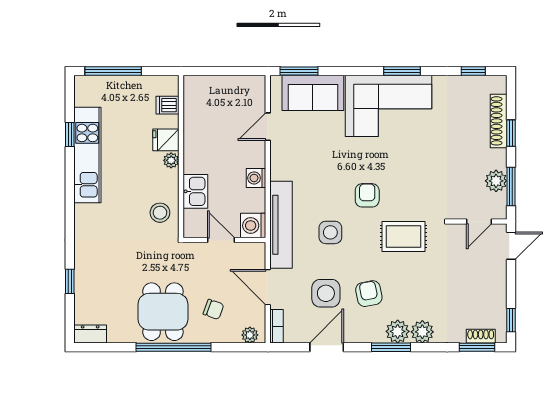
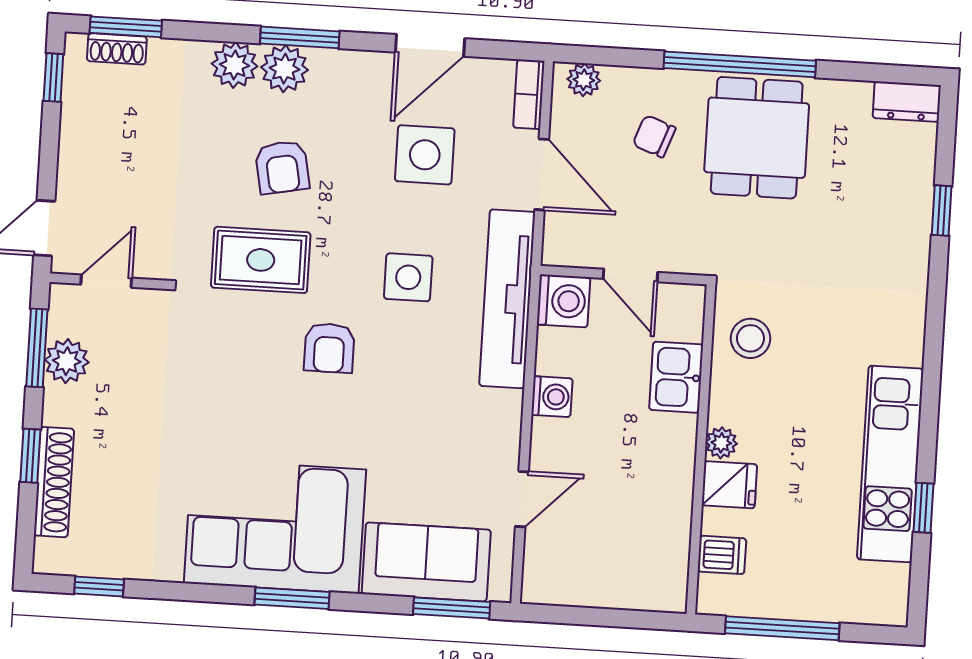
window: (113, 71) -> (782, 628), moved
window: (402, 71) -> (292, 598), moved
armchair: (369, 294) -> (282, 167), moved

